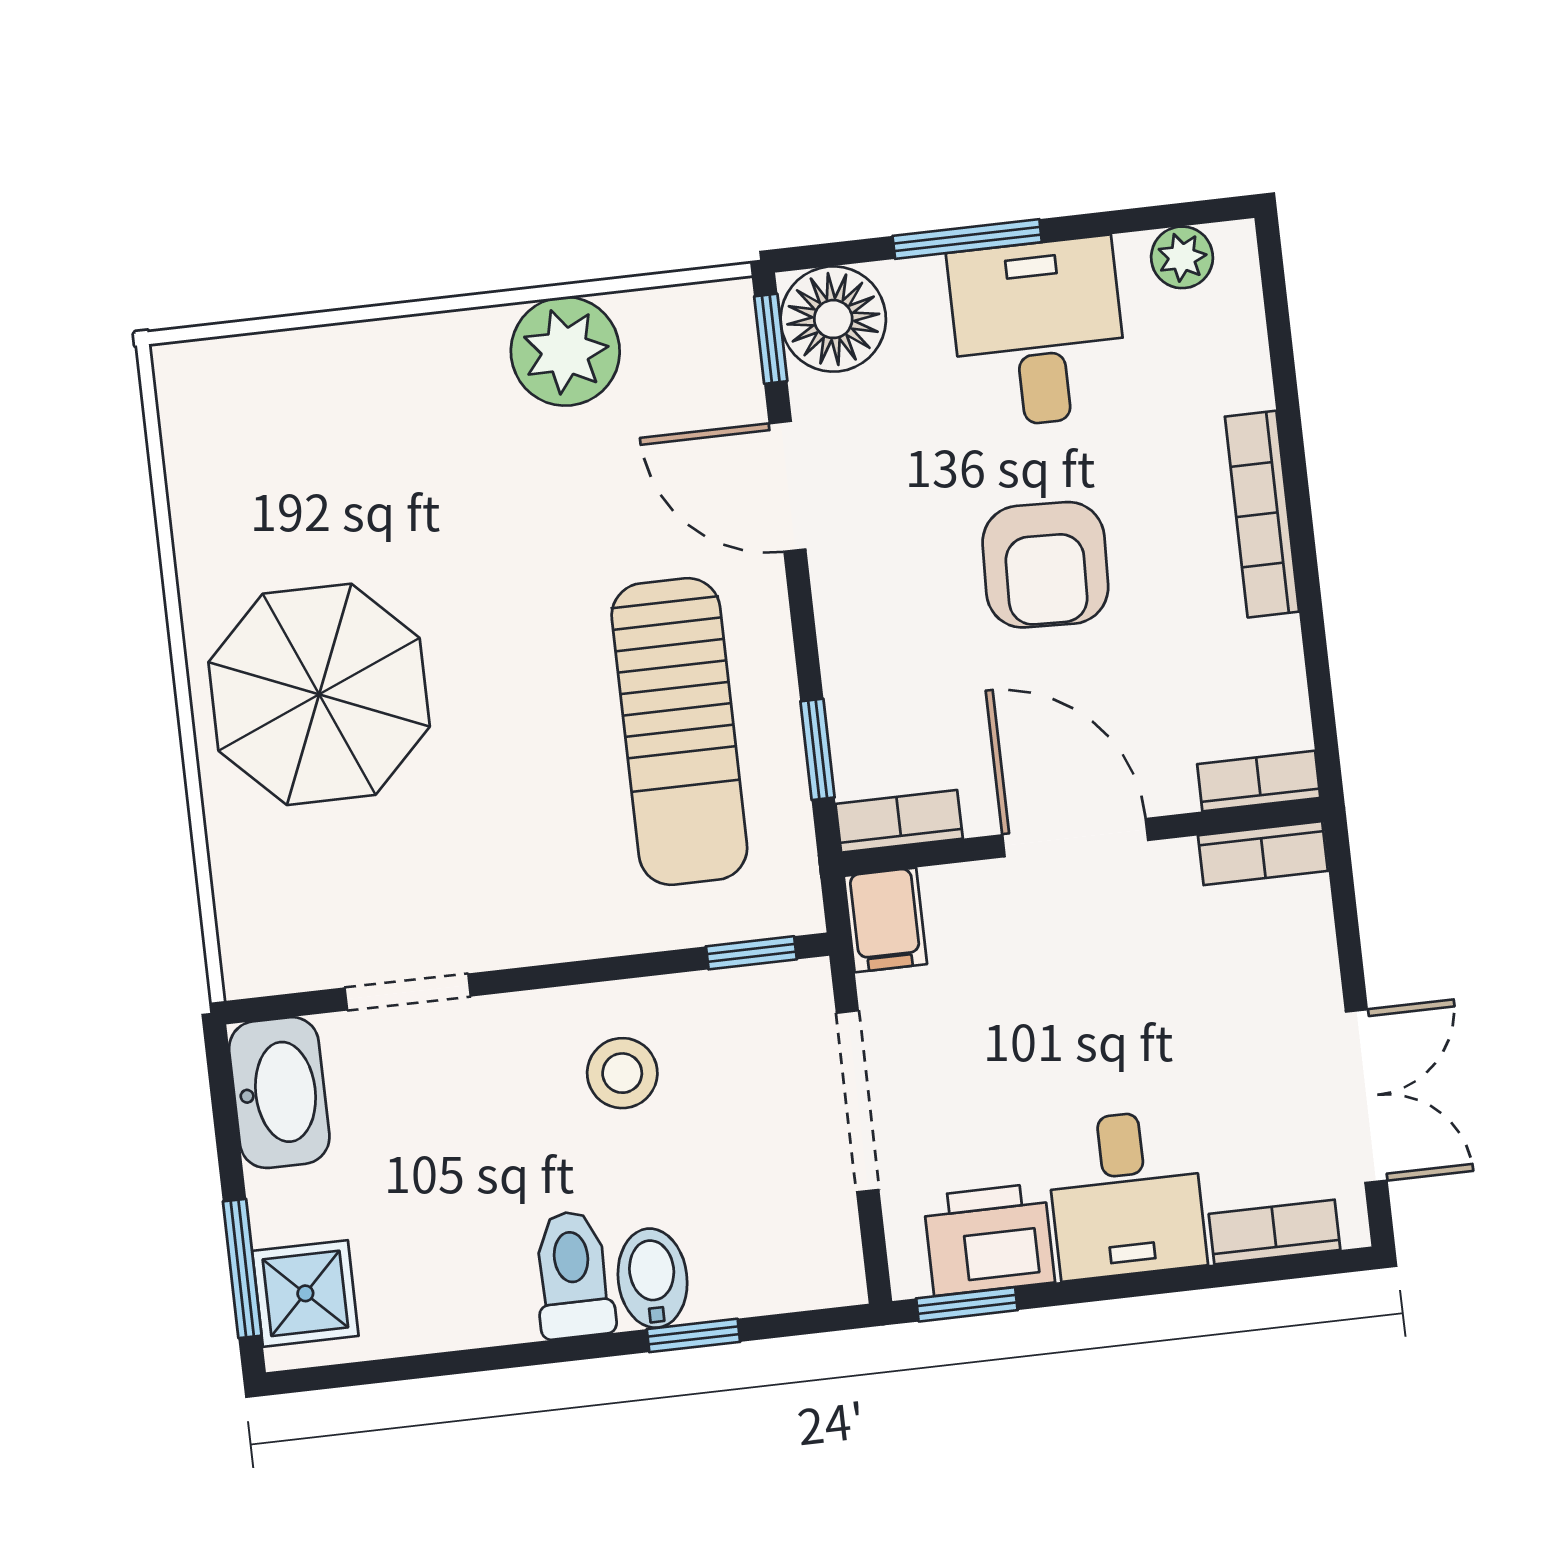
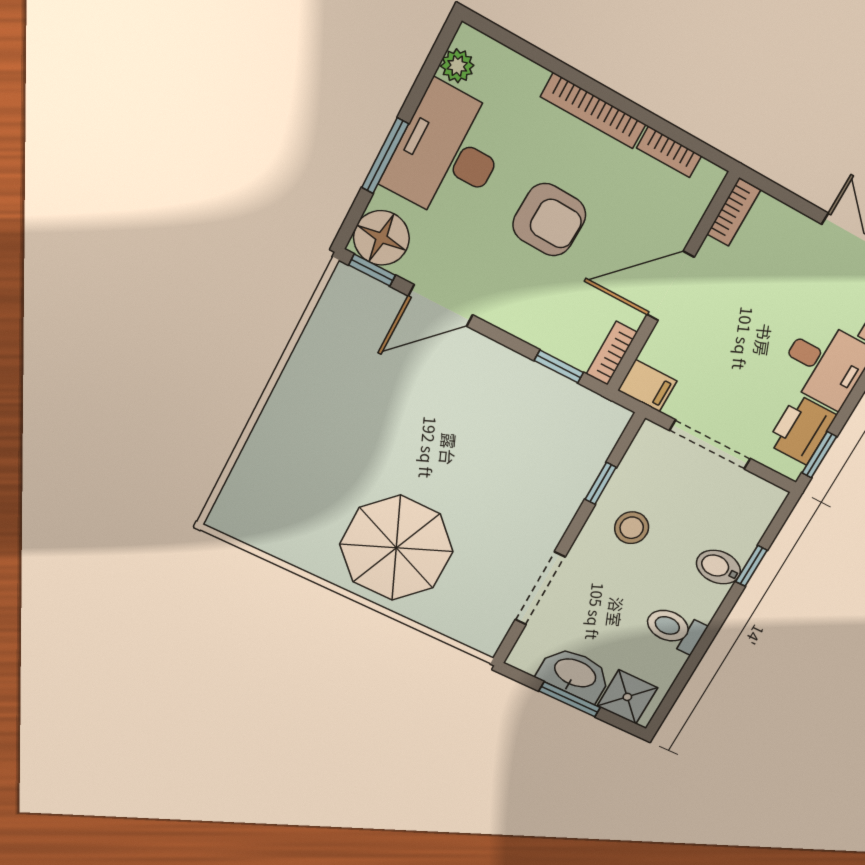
desk: (1038, 333) -> (448, 153), width x1.37
plant: (565, 351) -> (319, 359), removed
sun lounger: (679, 731) -> (512, 417), removed
bookcase: (1259, 781) -> (669, 152), moved, turned -90
window: (751, 953) -> (601, 483), moved
doorway: (408, 992) -> (540, 588), width x1.38
washbasin: (279, 1093) -> (575, 674), moved
window: (242, 1268) -> (570, 699), moved
toilet: (573, 1275) -> (674, 629), moved

